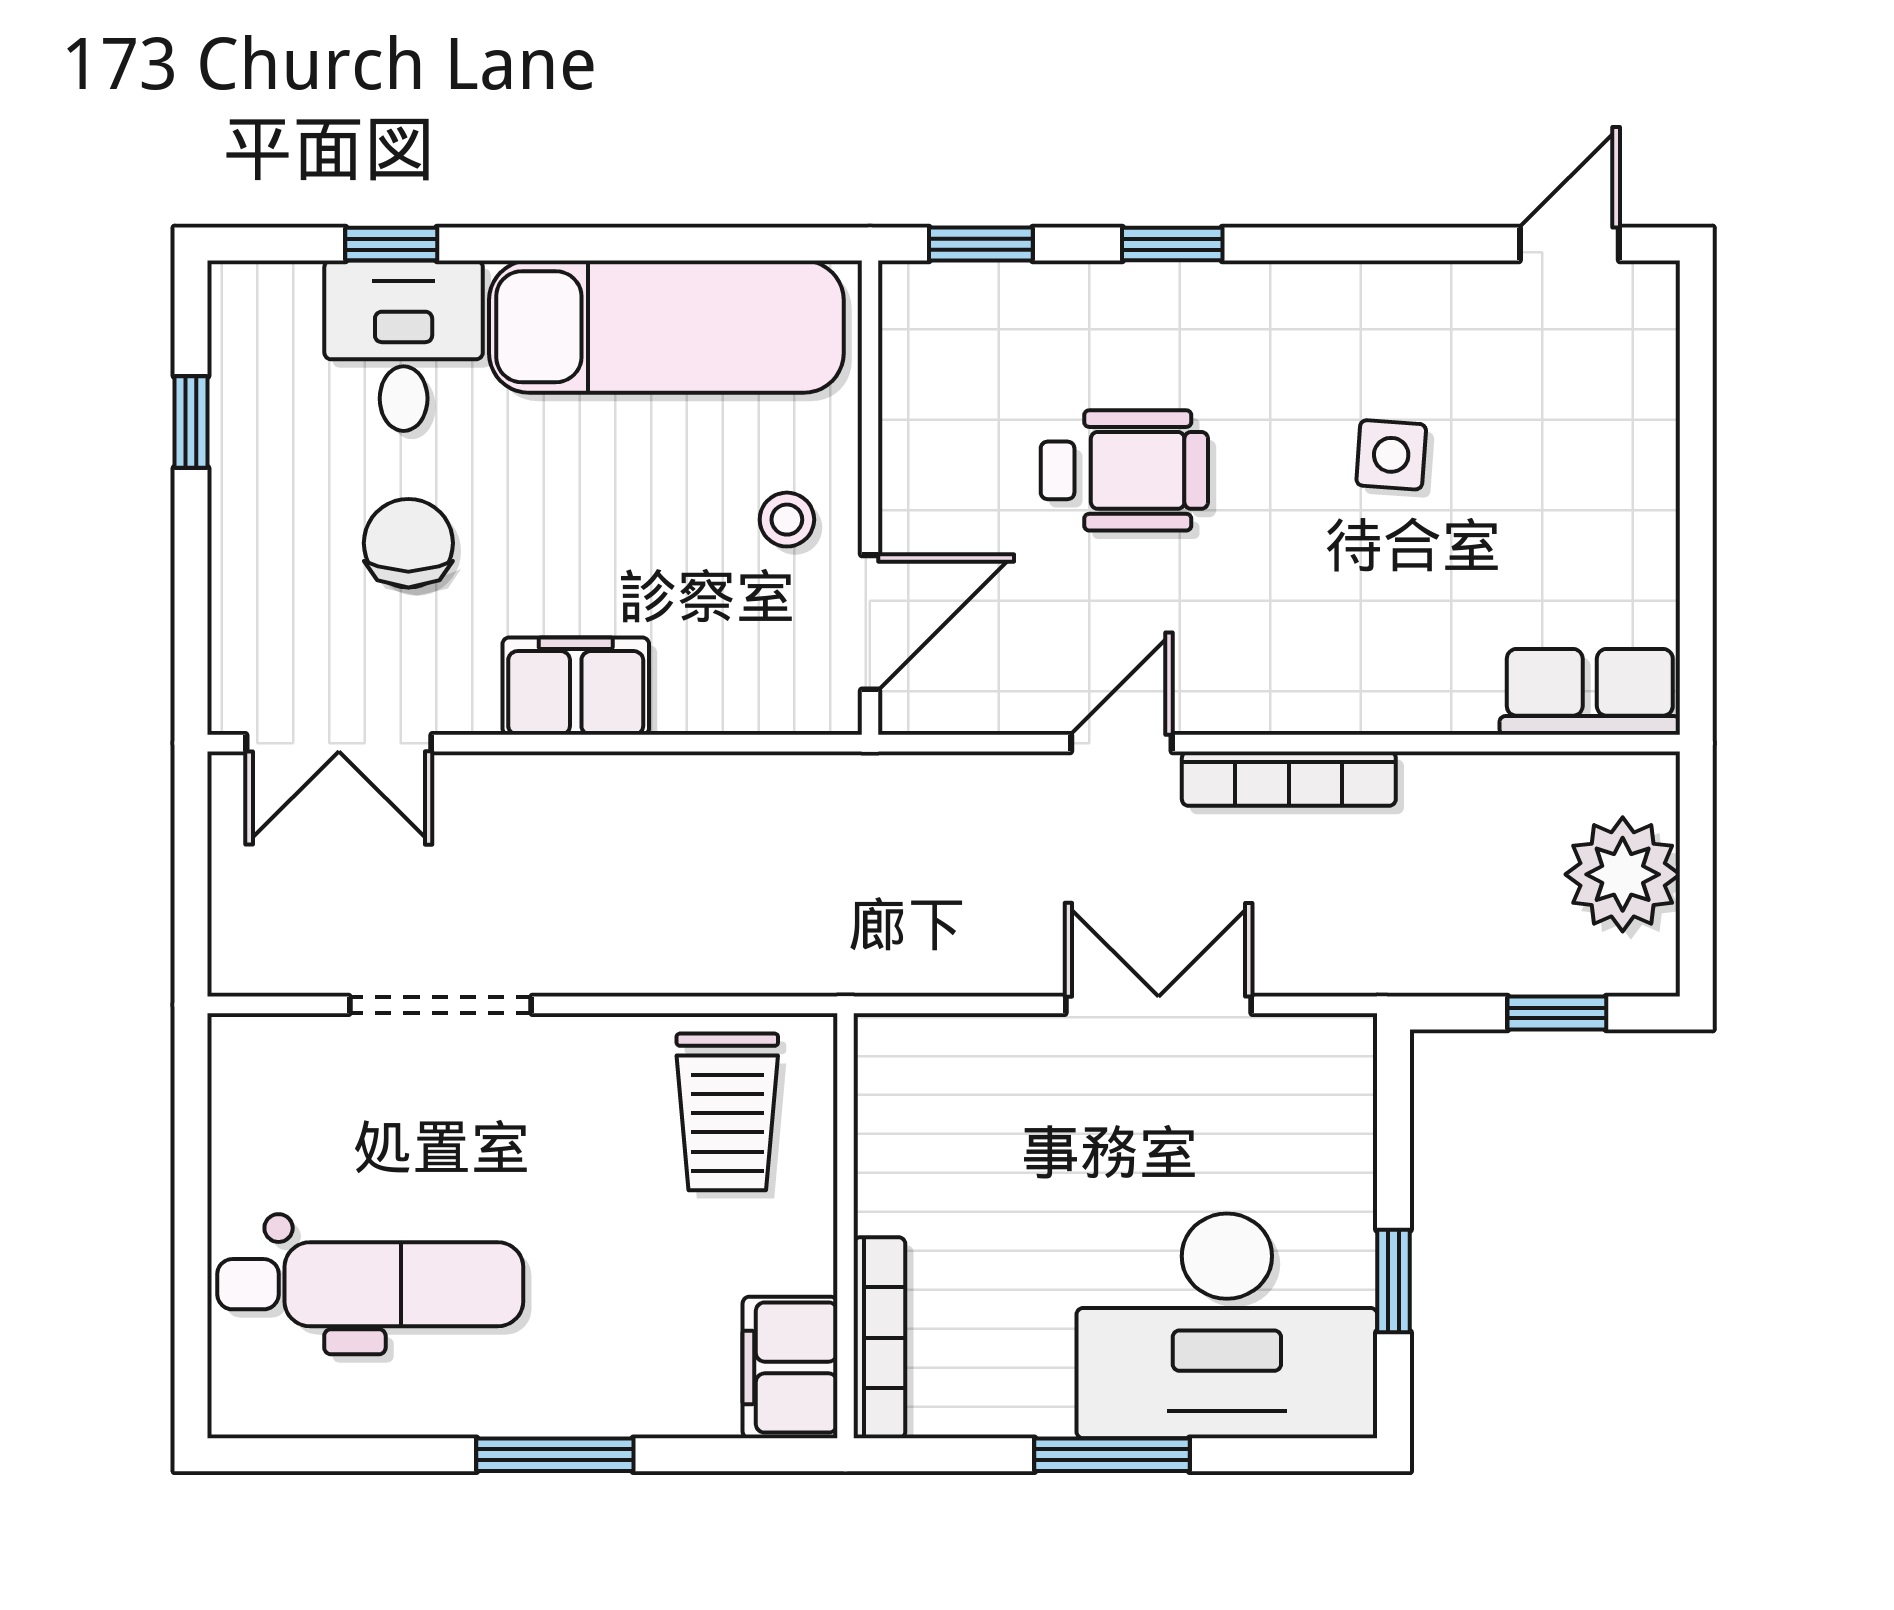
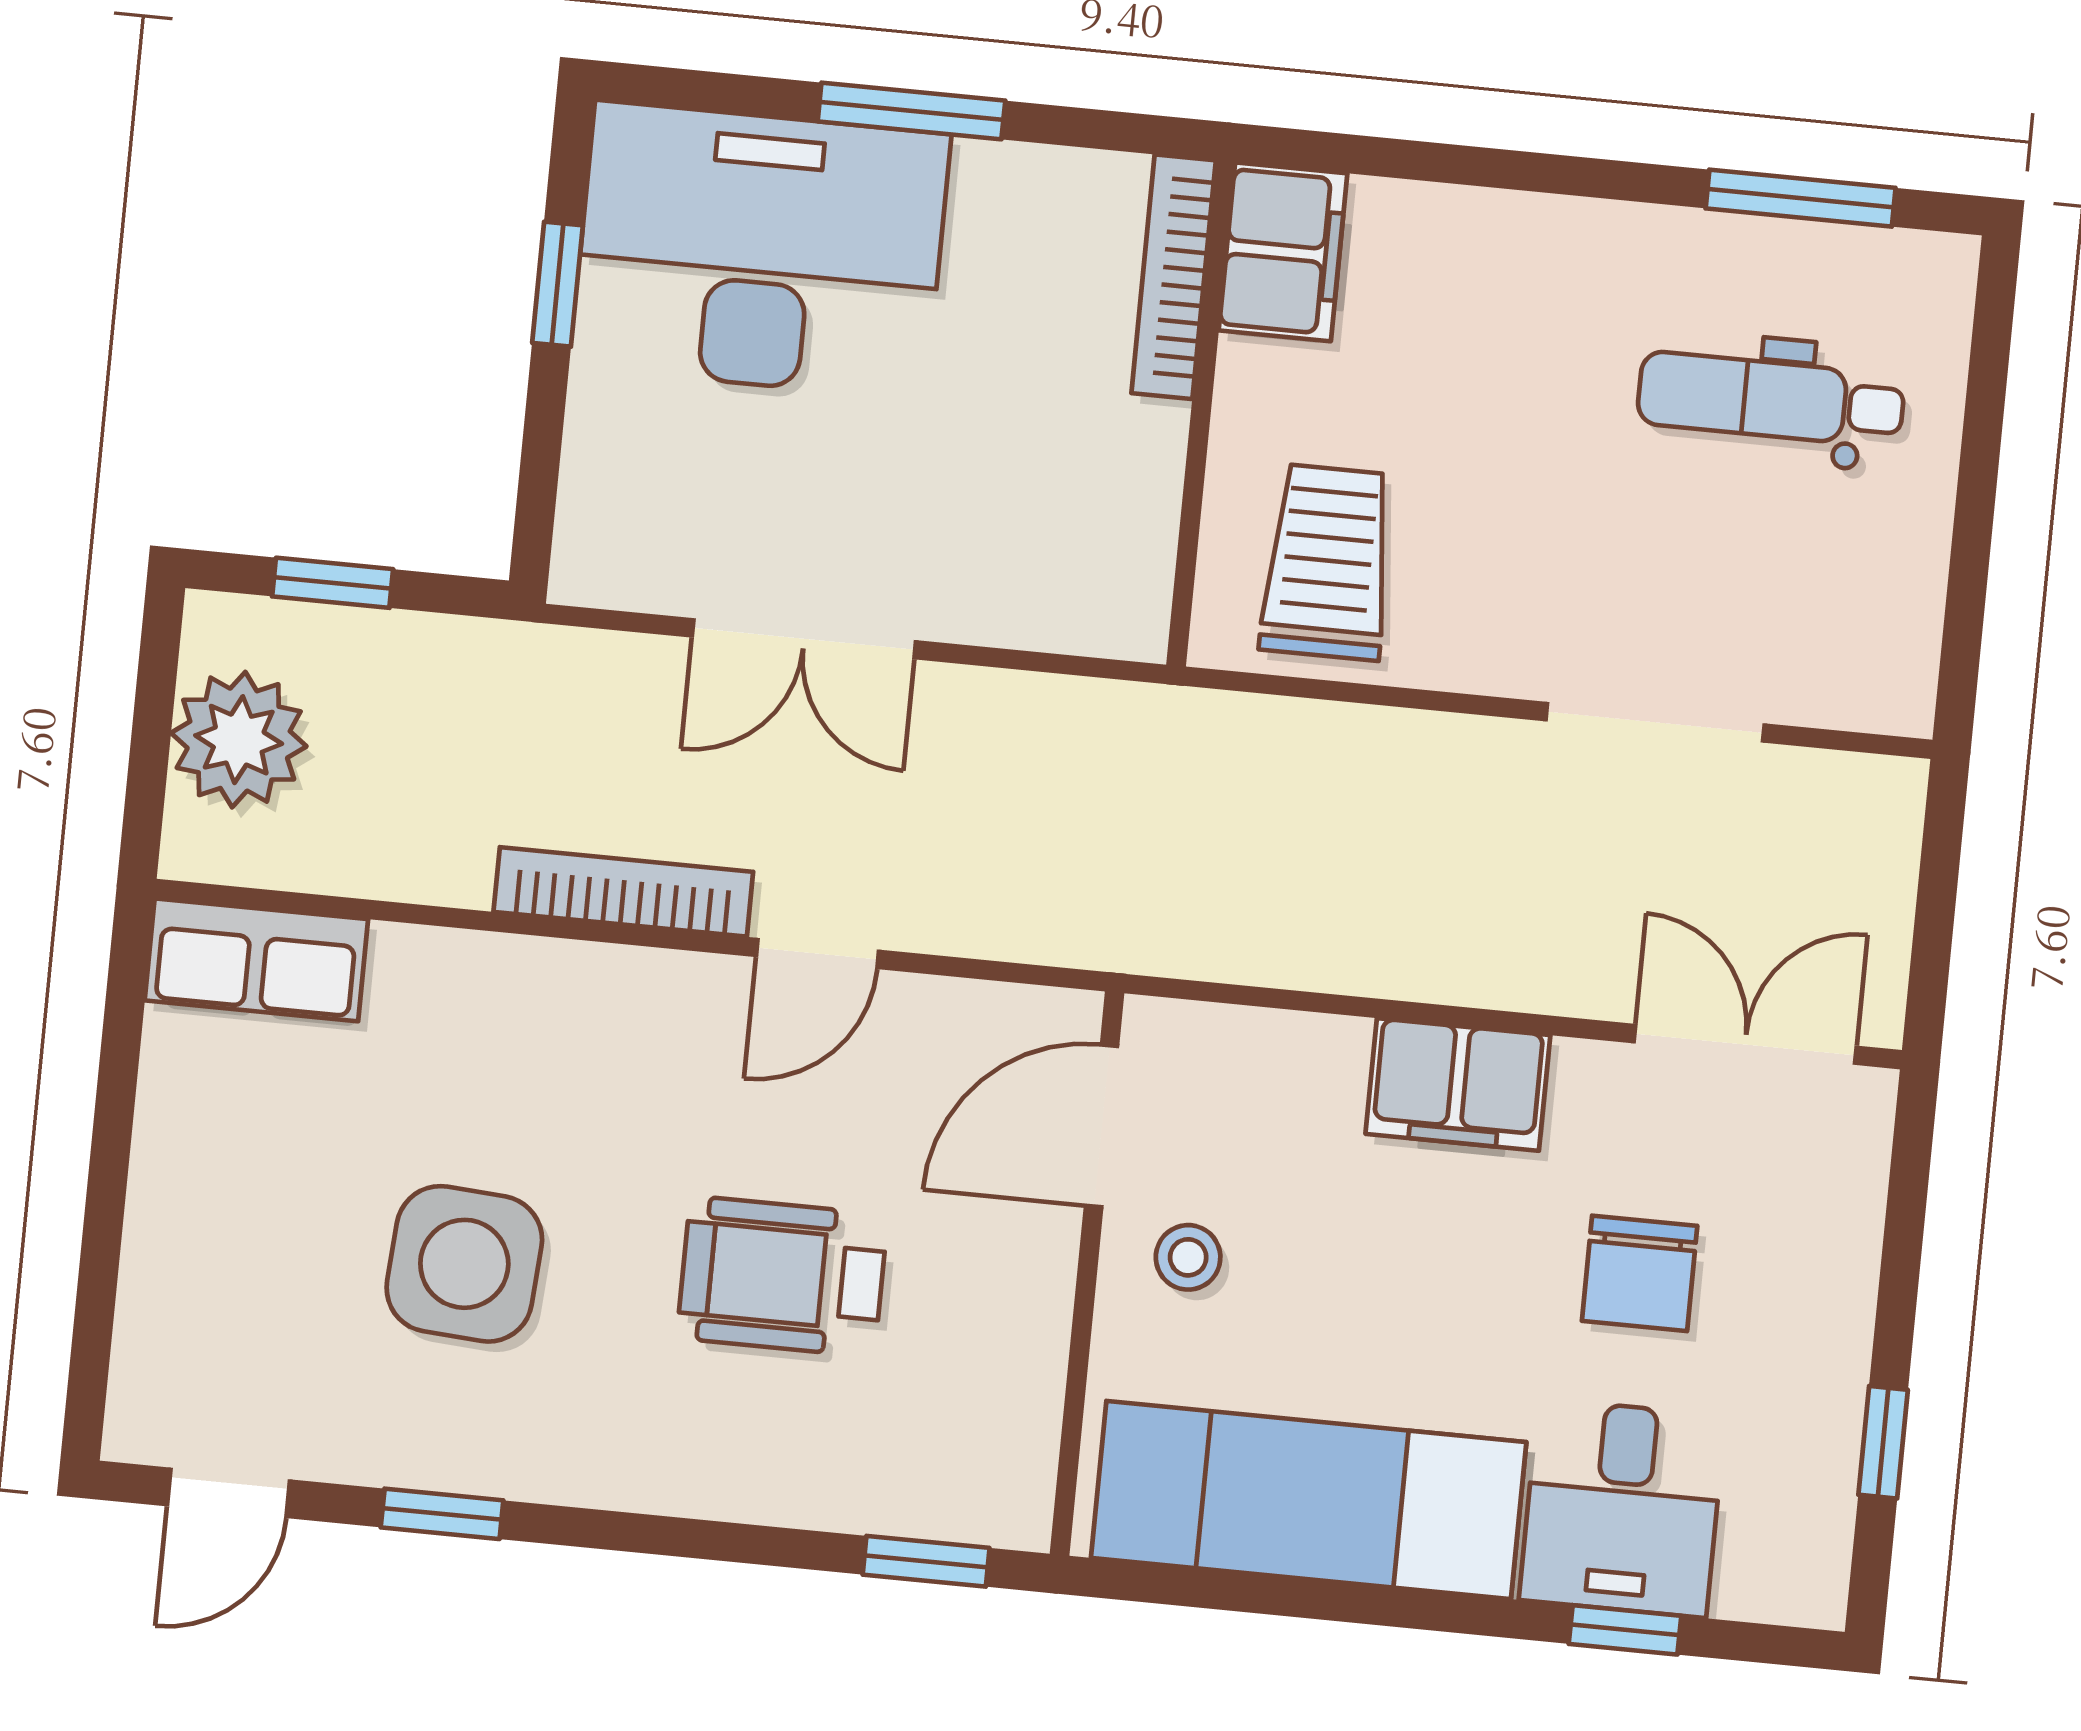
window: (1172, 244) -> (442, 1514), moved
side table: (1391, 455) -> (464, 1264), width x1.87, depth x1.87
dental chair: (370, 1284) -> (1771, 399), width x0.73, depth x0.72
window: (555, 1455) -> (1801, 198), moved

